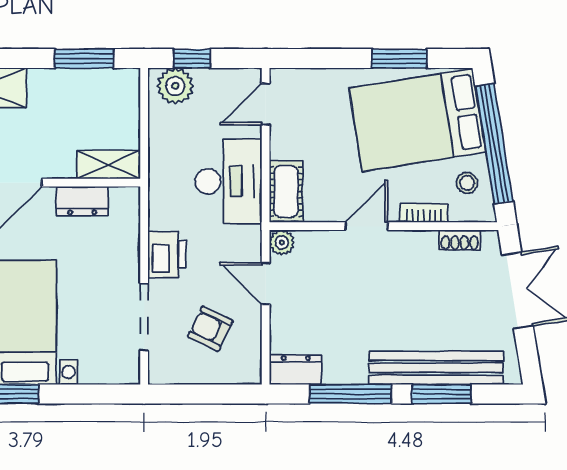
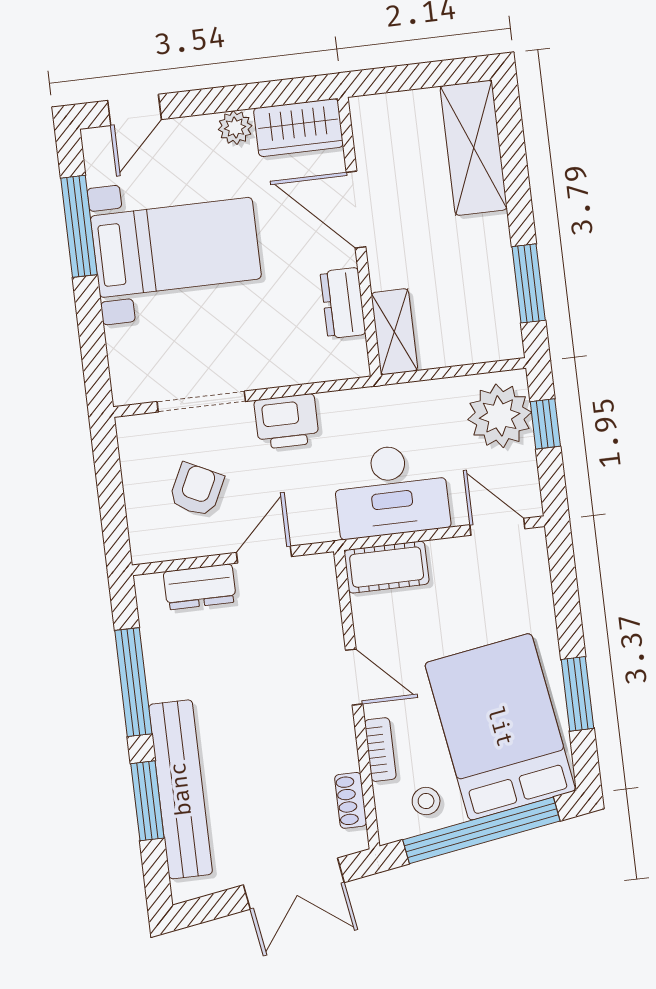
plant: (175, 86) -> (500, 416), width x1.36, depth x1.36
plant: (282, 242) -> (320, 569), removed
dresser: (296, 370) -> (200, 587), moved, turned 90

